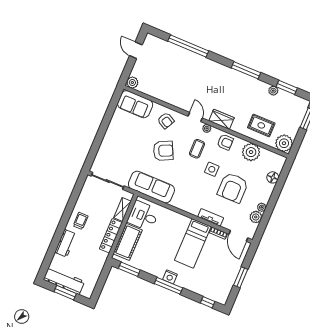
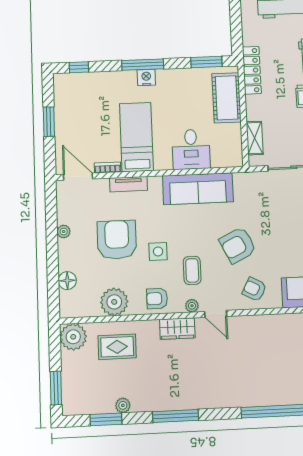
sofa: (151, 187) -> (198, 189), moved
desk: (143, 216) -> (191, 149), moved, turned 90
plant: (256, 217) -> (66, 214), removed
locker: (111, 236) -> (252, 70), moved

